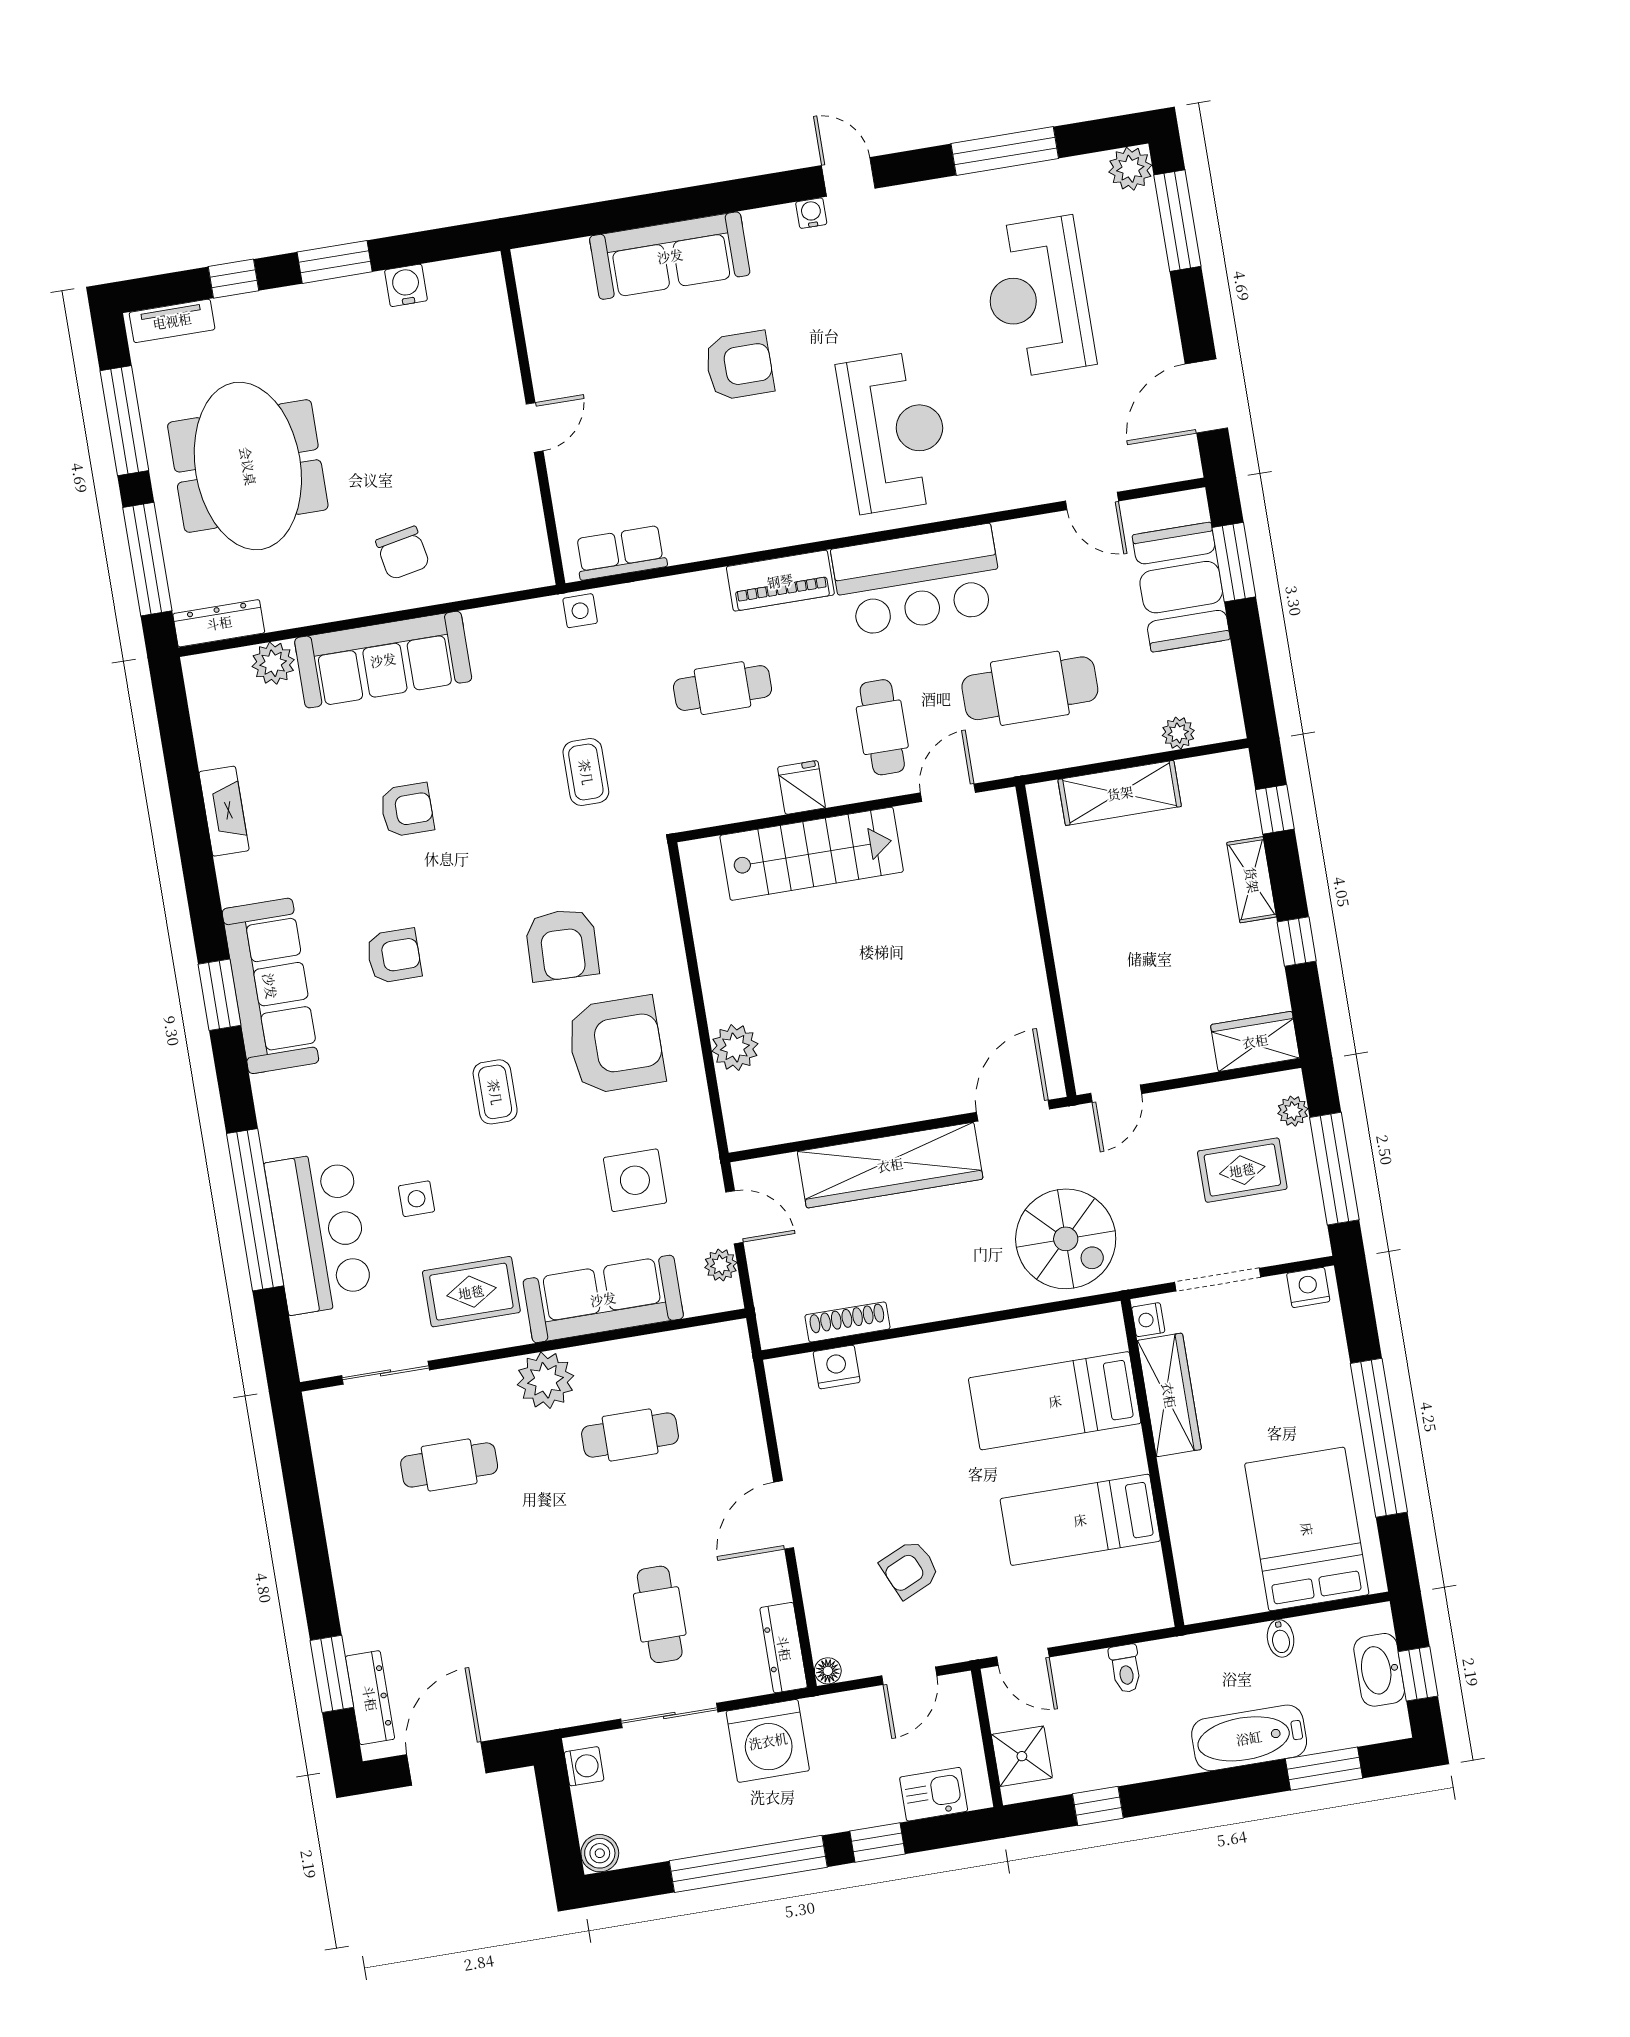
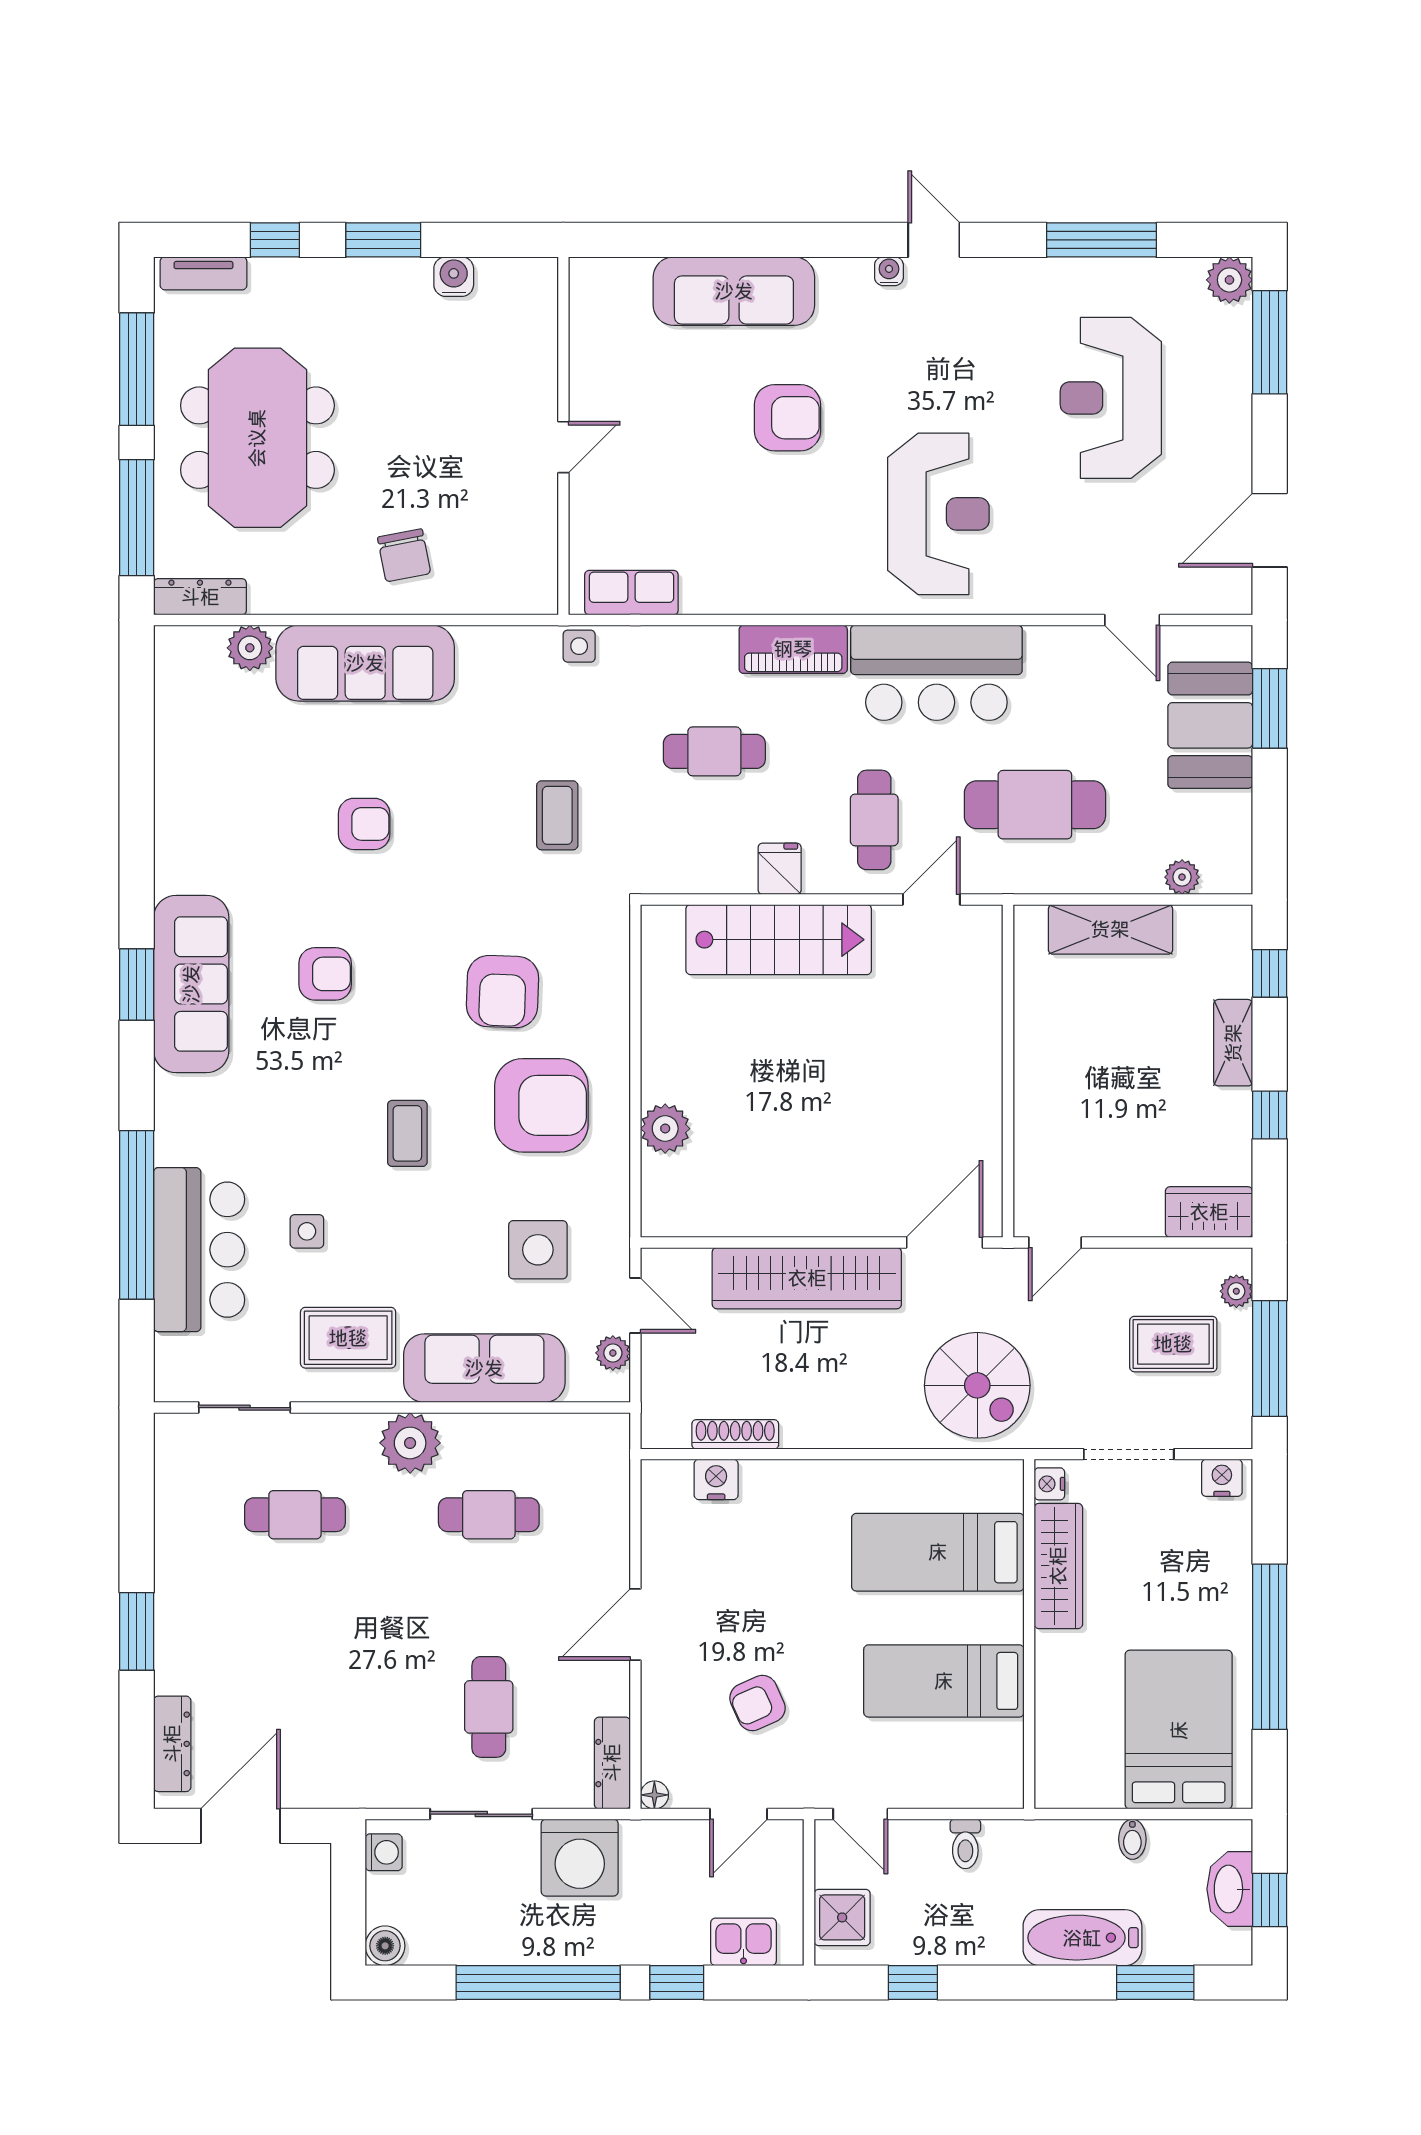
fireplace: (224, 811) -> (173, 794), removed
window: (332, 1674) -> (137, 1631), moved

